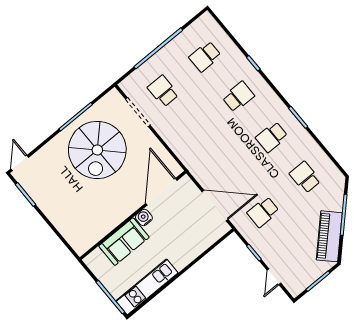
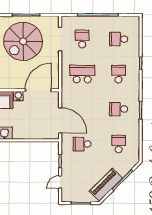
school desk: (238, 97) -> (119, 74), turned -90
school desk: (196, 131) -> (82, 74), added

